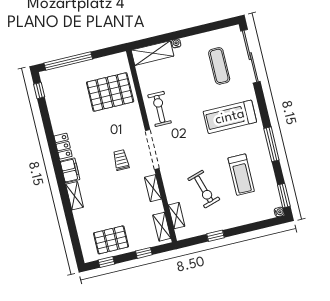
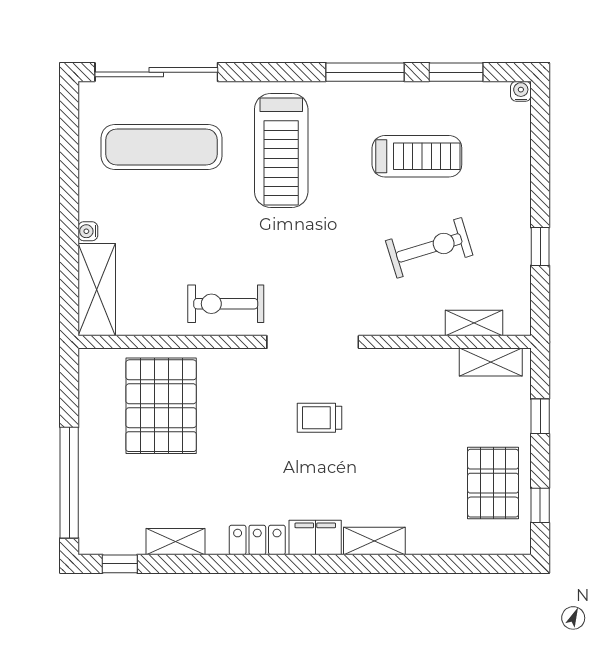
exercise mat: (219, 66) -> (161, 147), width x1.36, depth x1.45
shelving: (153, 188) -> (176, 542), moved
window: (284, 196) -> (456, 72), moved

